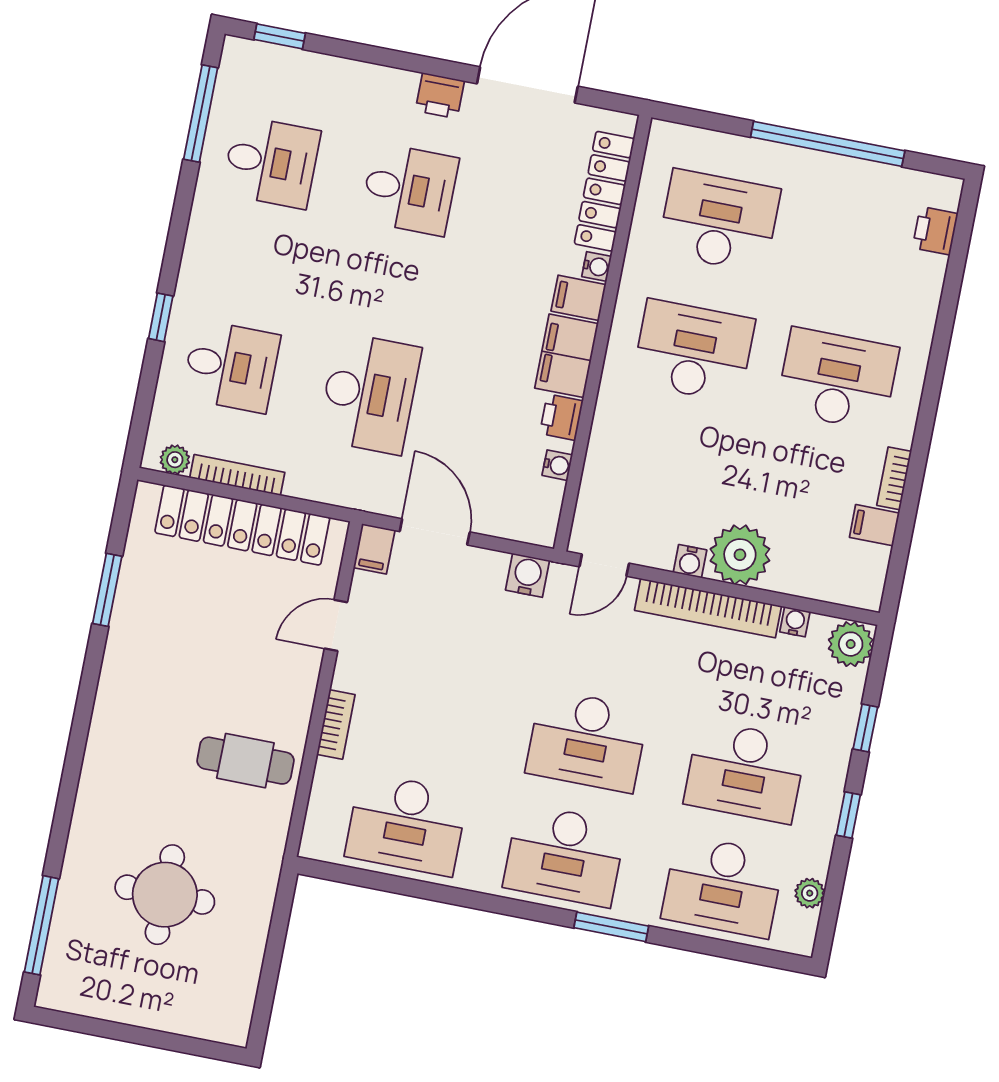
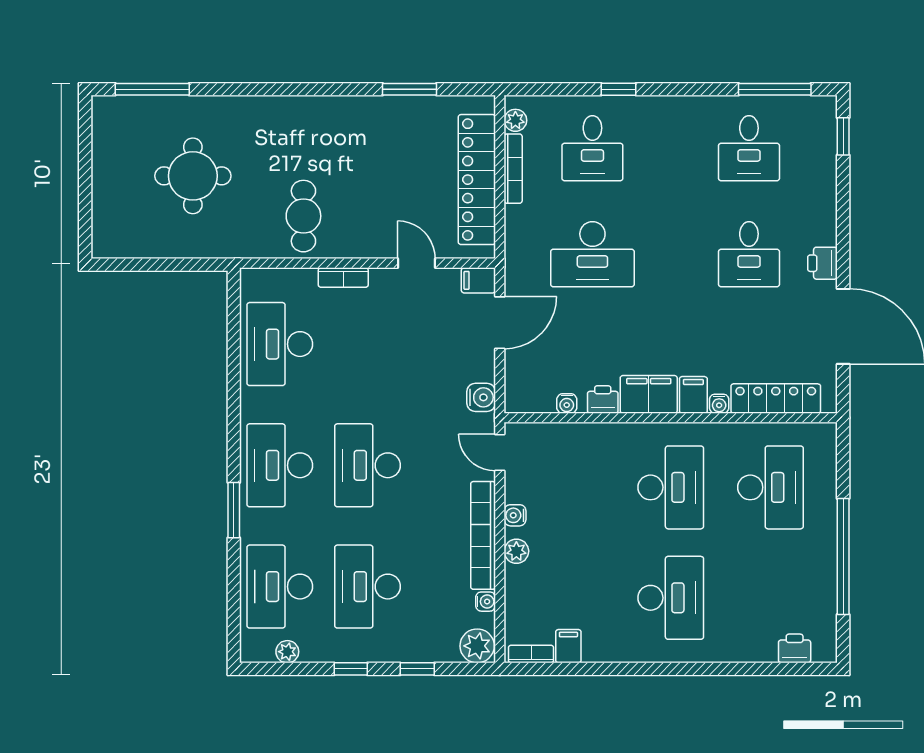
bookcase: (894, 478) -> (531, 654), moved
plant: (740, 555) -> (516, 551), width x0.53, depth x0.53

